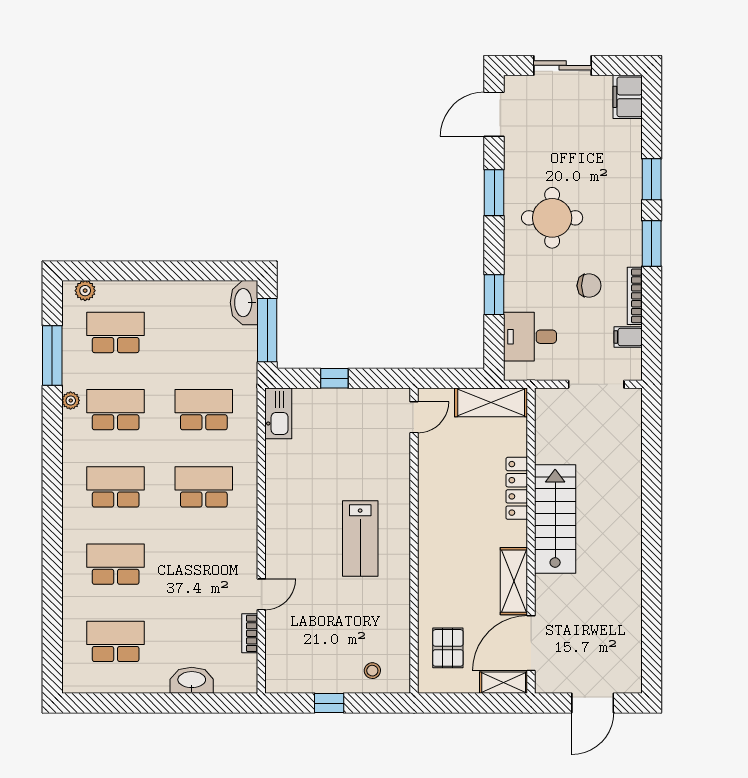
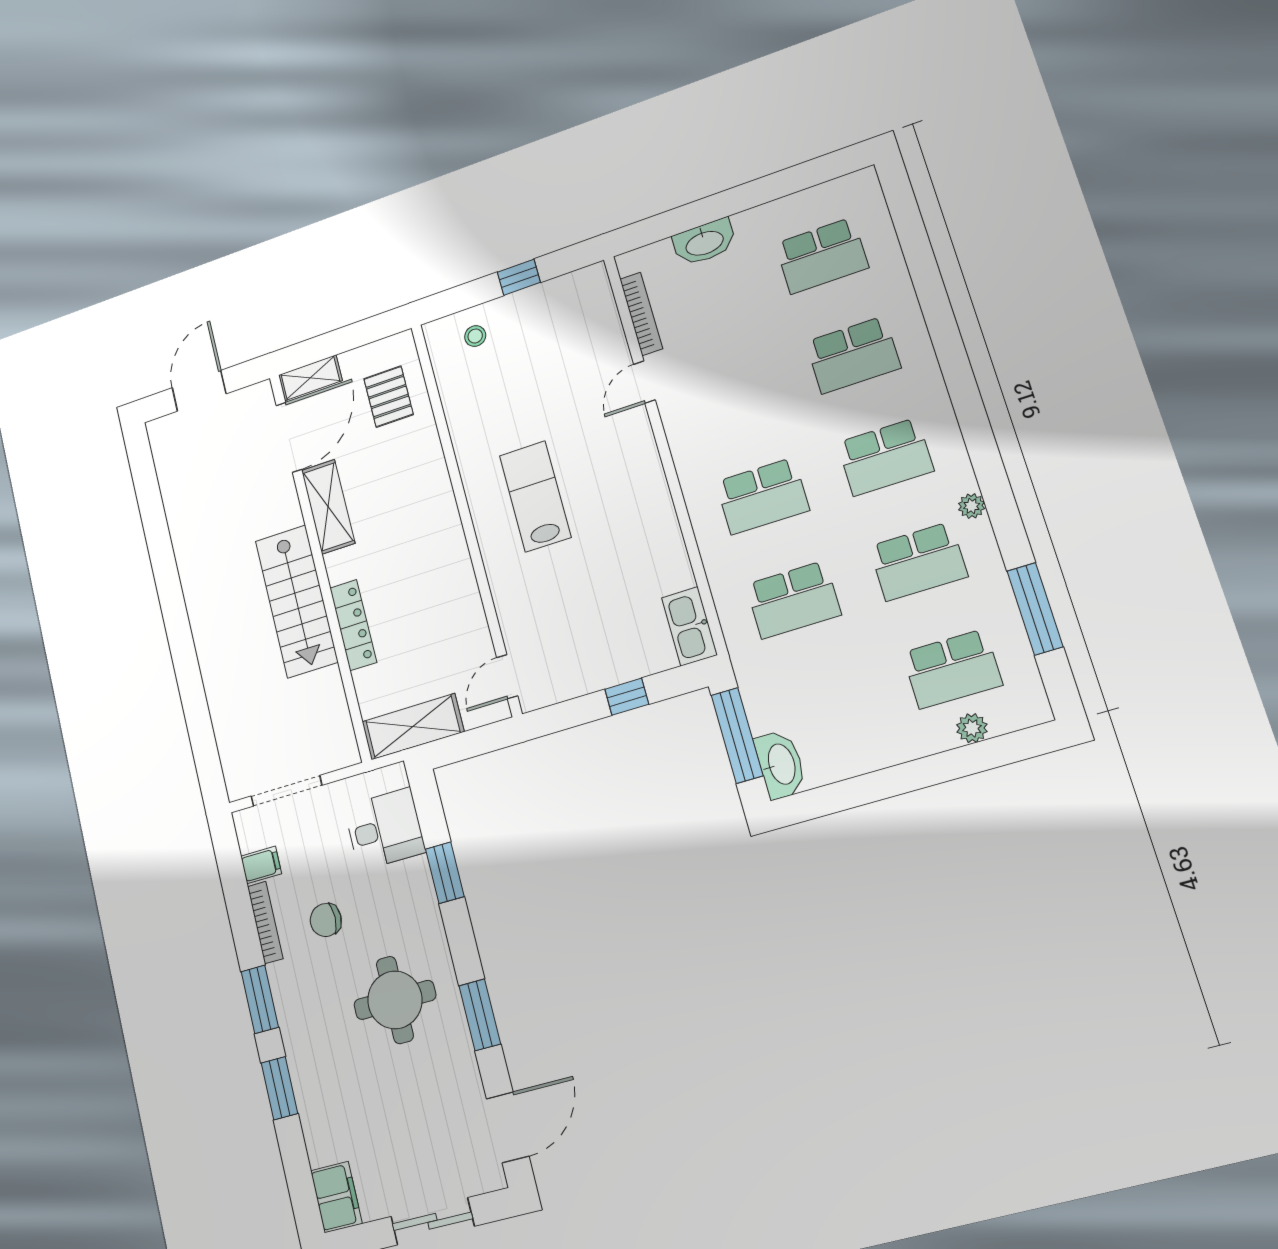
plant: (85, 291) -> (972, 728), moved
plant: (71, 400) -> (972, 506), moved
bookcase: (250, 633) -> (641, 314), width x1.56

